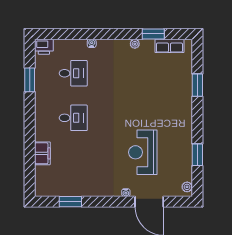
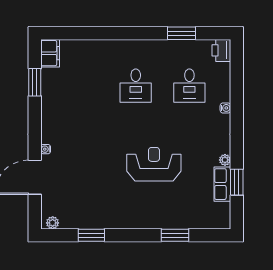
row of seats: (169, 46) -> (222, 184), moved
reception desk: (143, 152) -> (154, 164), moved
filing cabinet: (42, 153) -> (50, 53), moved, turned -90

